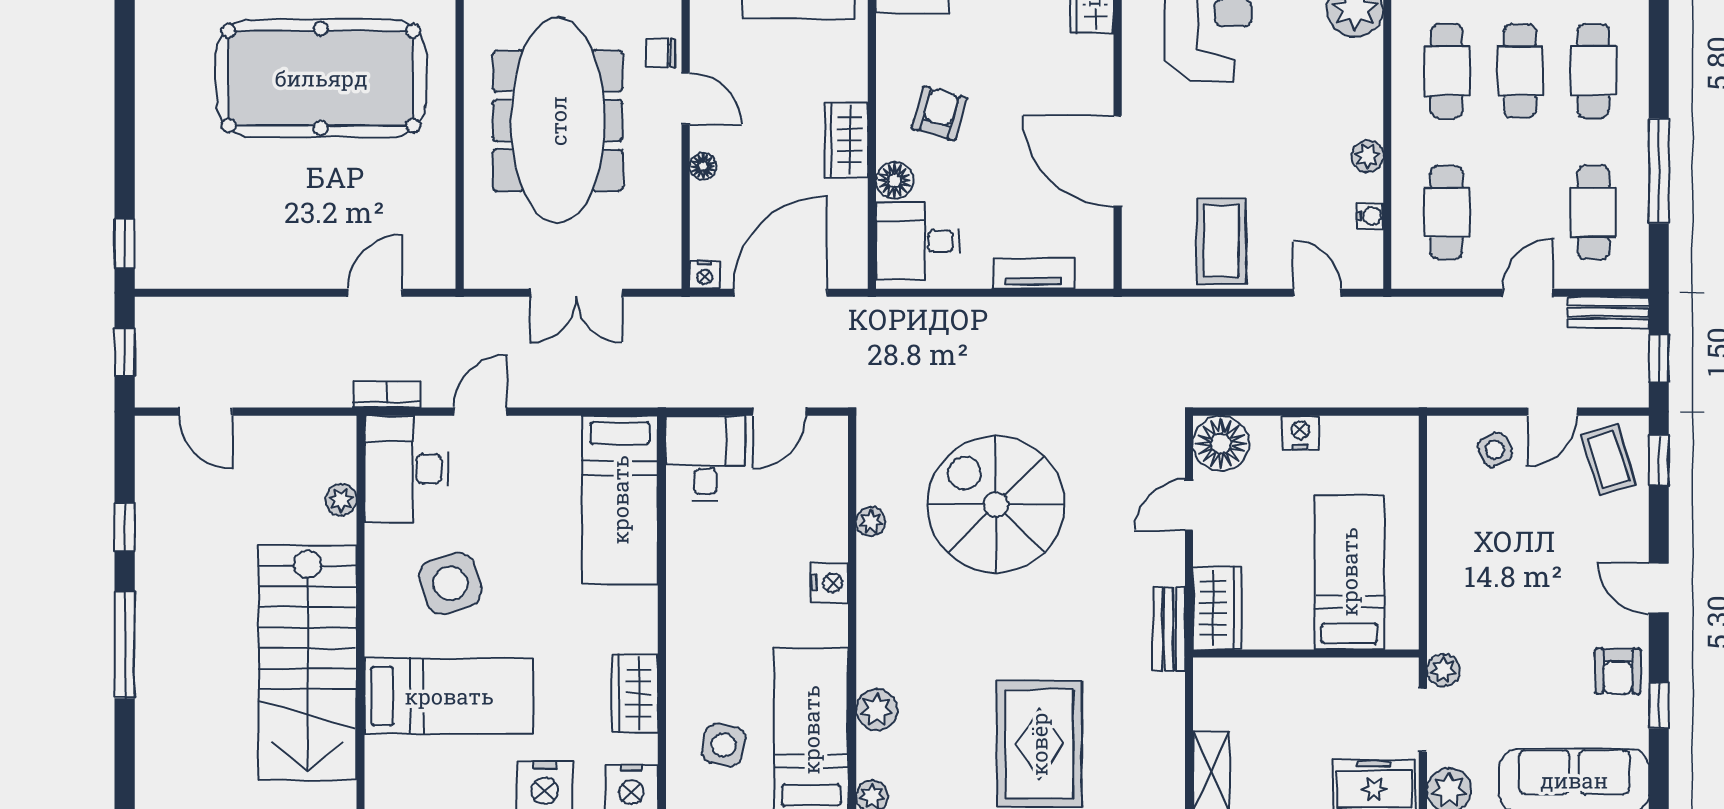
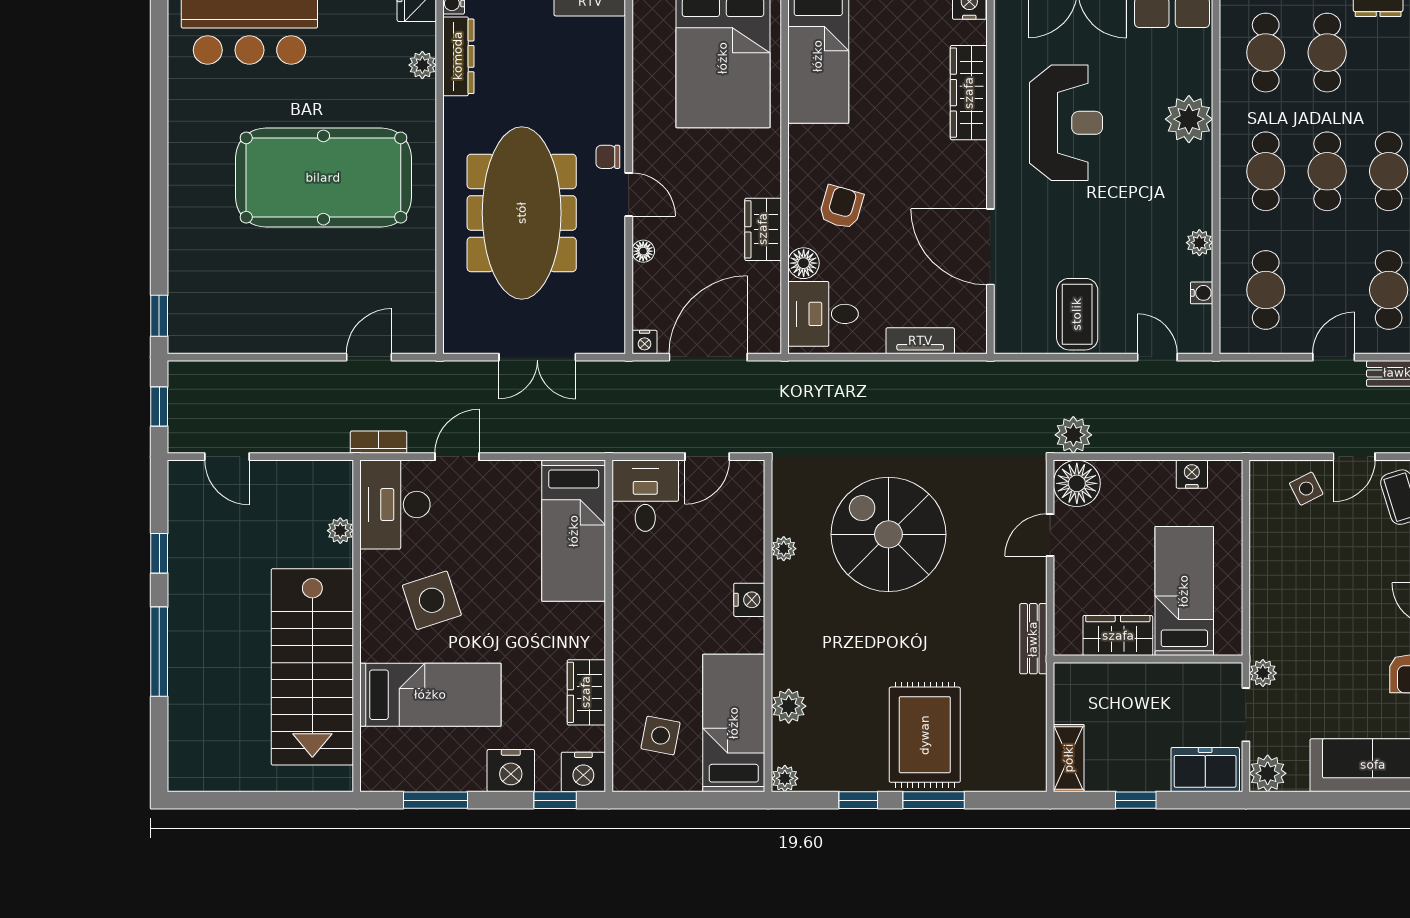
plant: (1217, 386) -> (1073, 435), added
nightstand: (1300, 433) -> (1192, 474), moved
wardrobe: (1217, 608) -> (1118, 636), moved, turned -90

